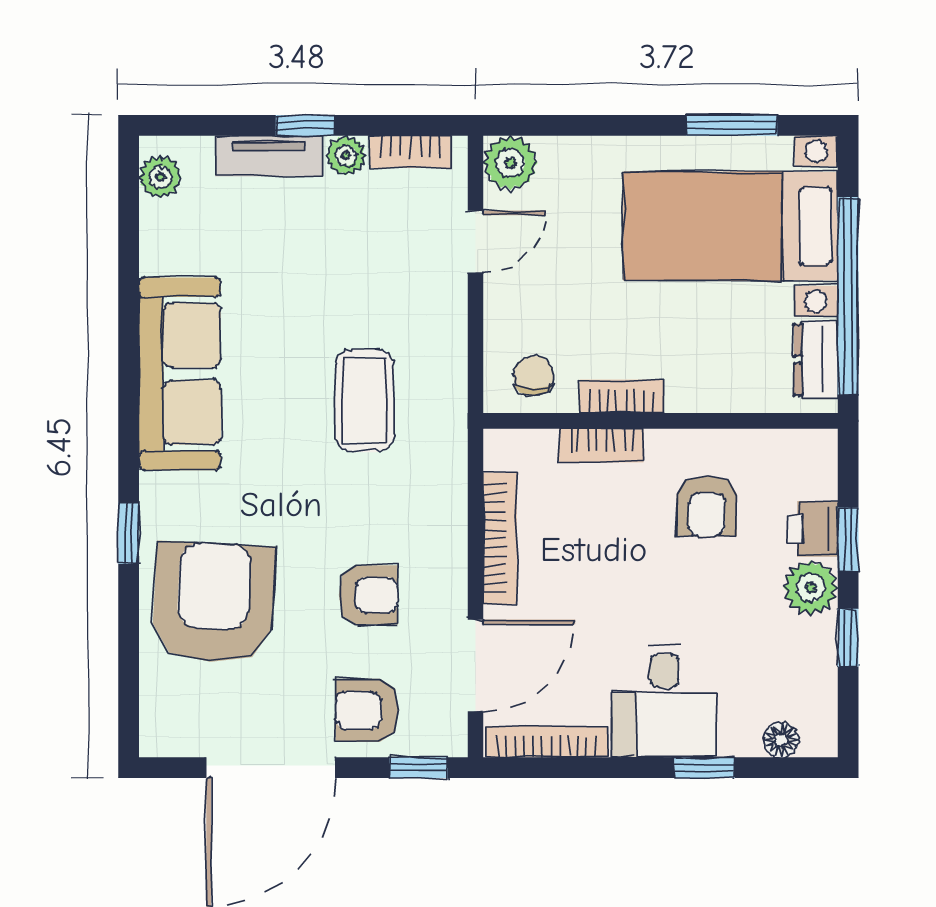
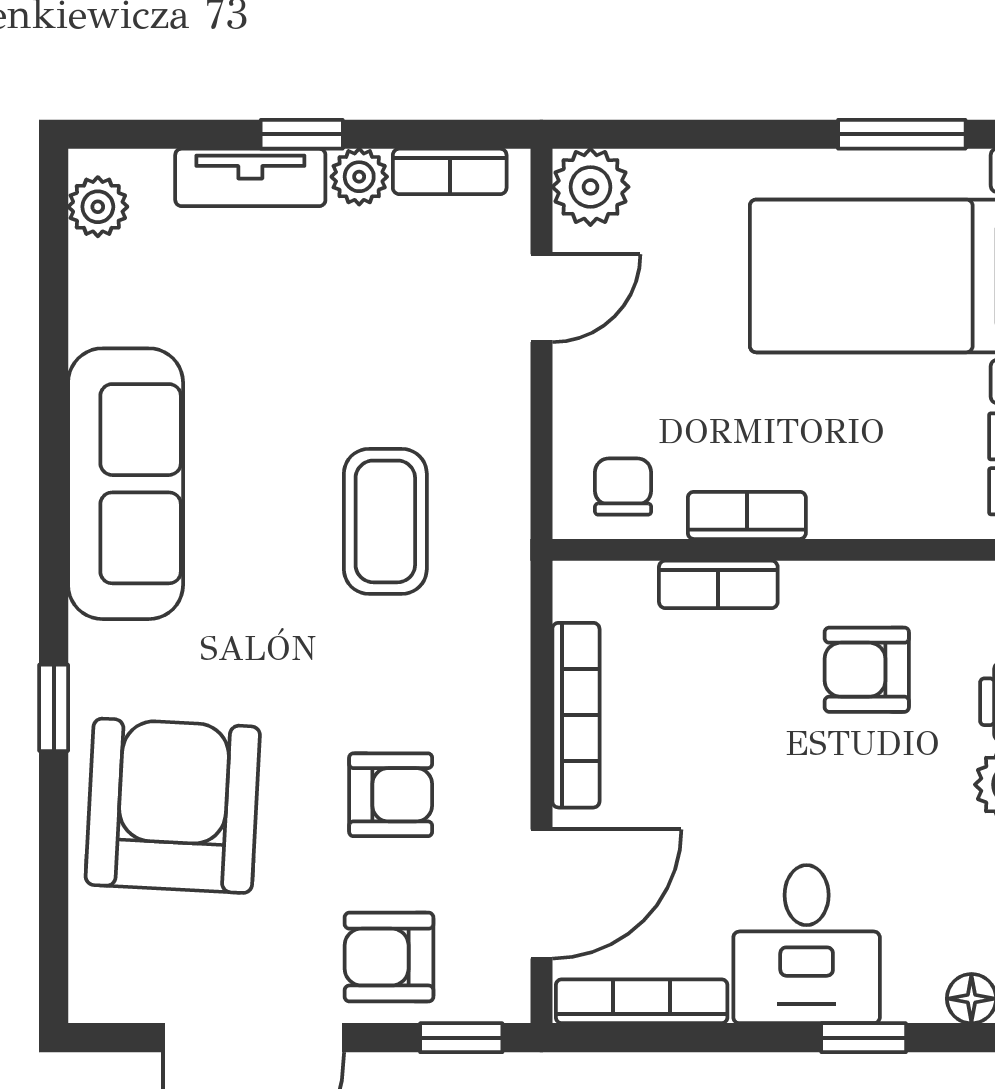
armchair: (707, 506) -> (867, 670), turned 90

